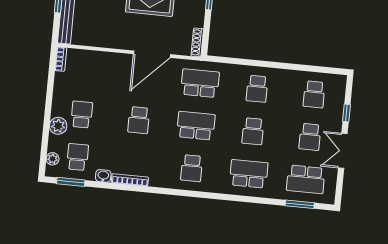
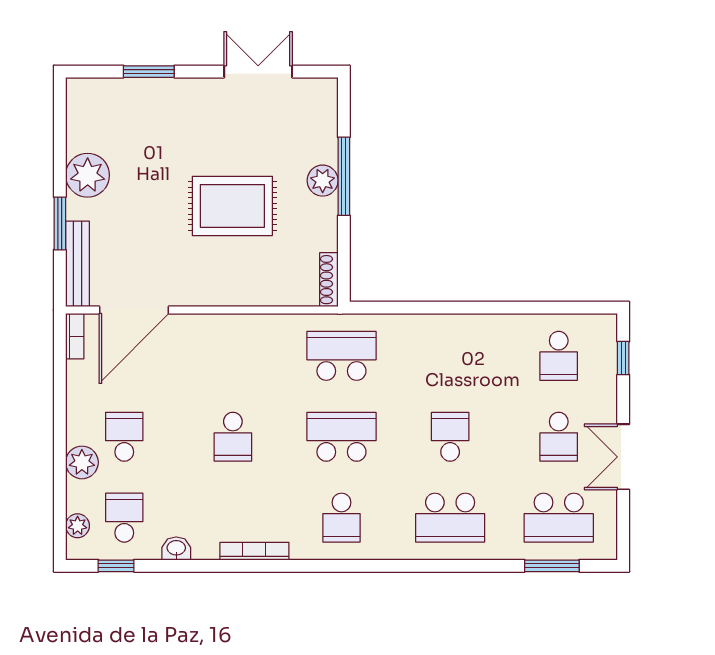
door: (152, 54) -> (134, 310), moved
school desk: (257, 89) -> (450, 356), removed
window: (346, 113) -> (623, 358), moved
school desk: (253, 131) -> (450, 437), turned 180
school desk: (249, 174) -> (450, 518), turned 180
bookcase: (130, 180) -> (254, 551), moved
window: (71, 182) -> (116, 566), width x0.67

